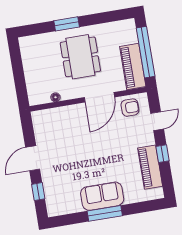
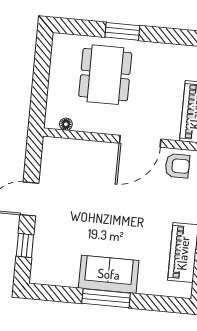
dining table: (80, 57) -> (105, 75), moved
floor lamp: (55, 97) -> (66, 124), moved

